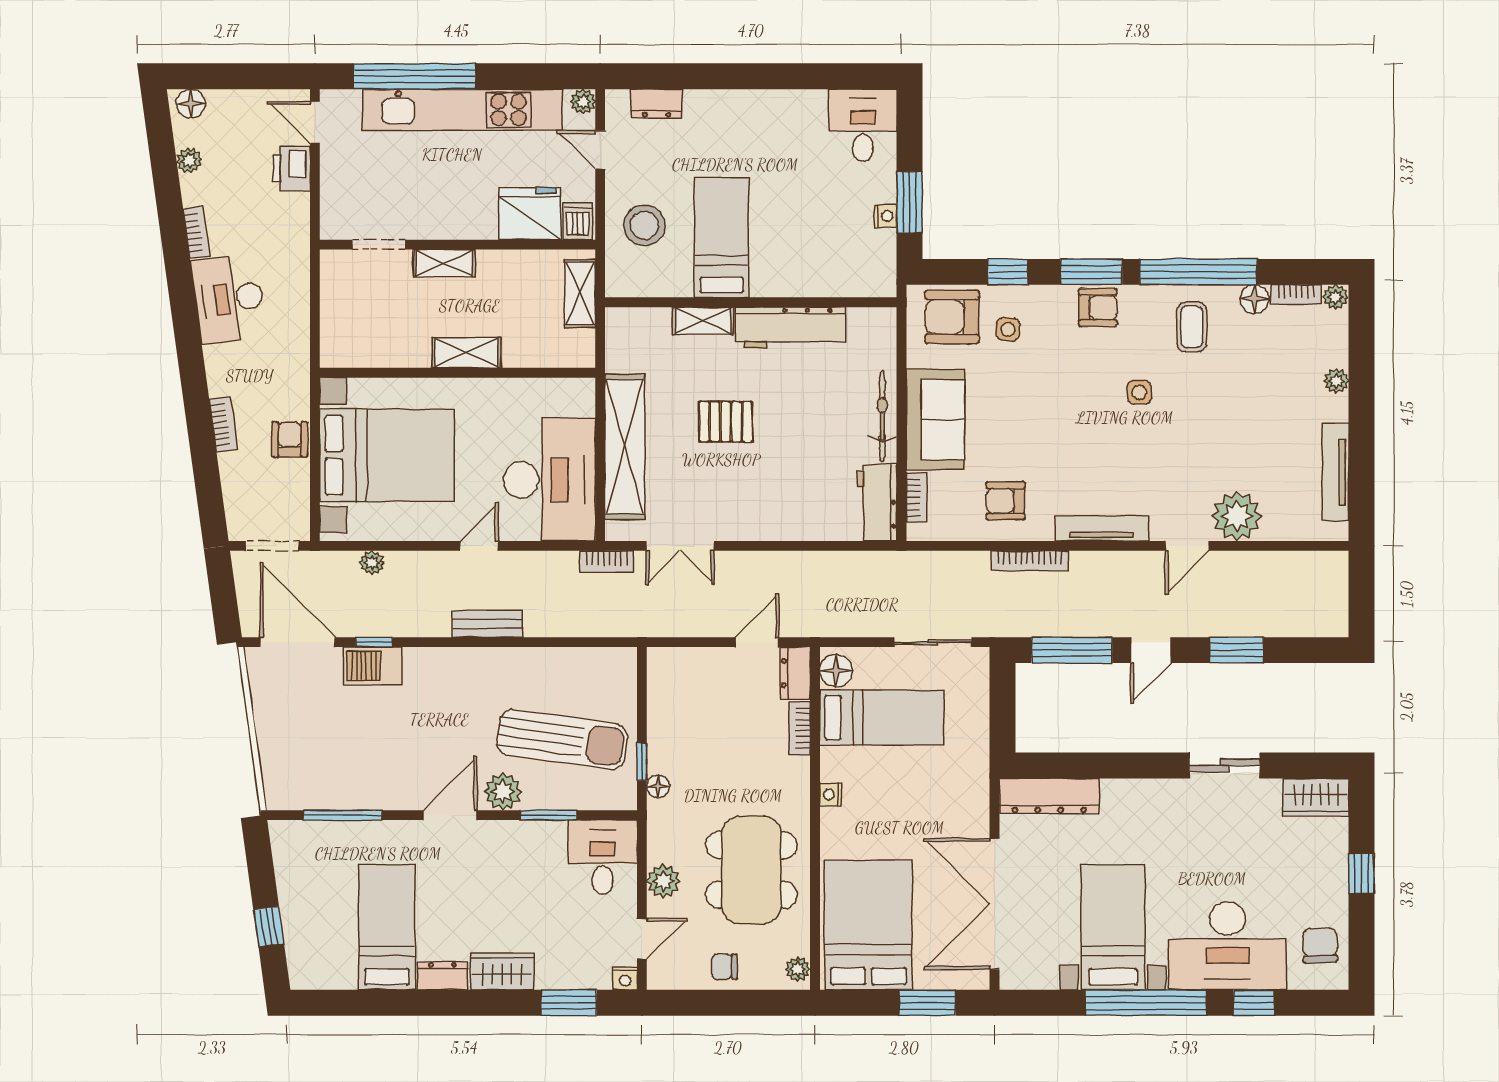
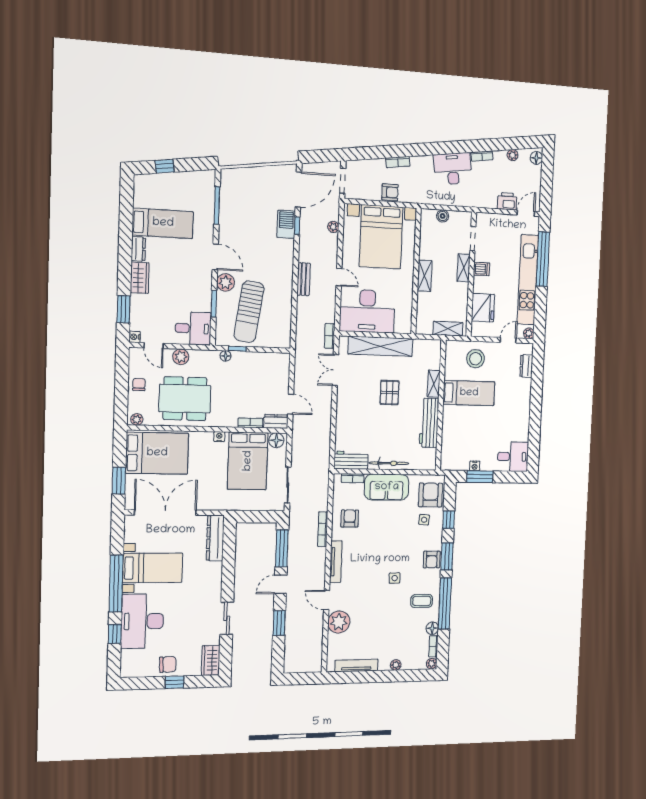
dishwasher: (578, 221) -> (481, 269), moved
boiler: (333, 317) -> (443, 216), added
door: (1151, 650) -> (281, 584), hinge flipped
bed: (882, 717) -> (248, 461), width x1.50
chair: (1320, 945) -> (168, 664), moved

